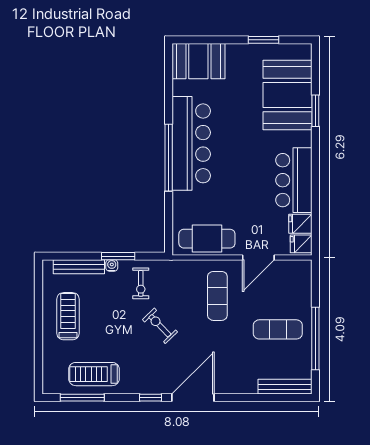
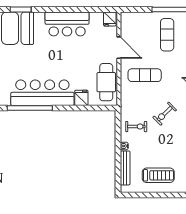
window: (169, 158) -> (30, 108), moved
fridge: (300, 224) -> (81, 98), moved, turned 180
window: (118, 256) -> (118, 142), removed
treadmill: (68, 316) -> (158, 175), turned 180

